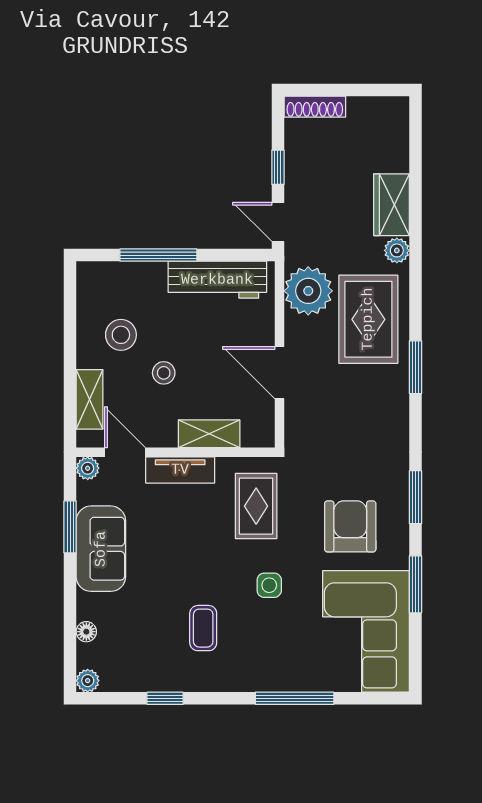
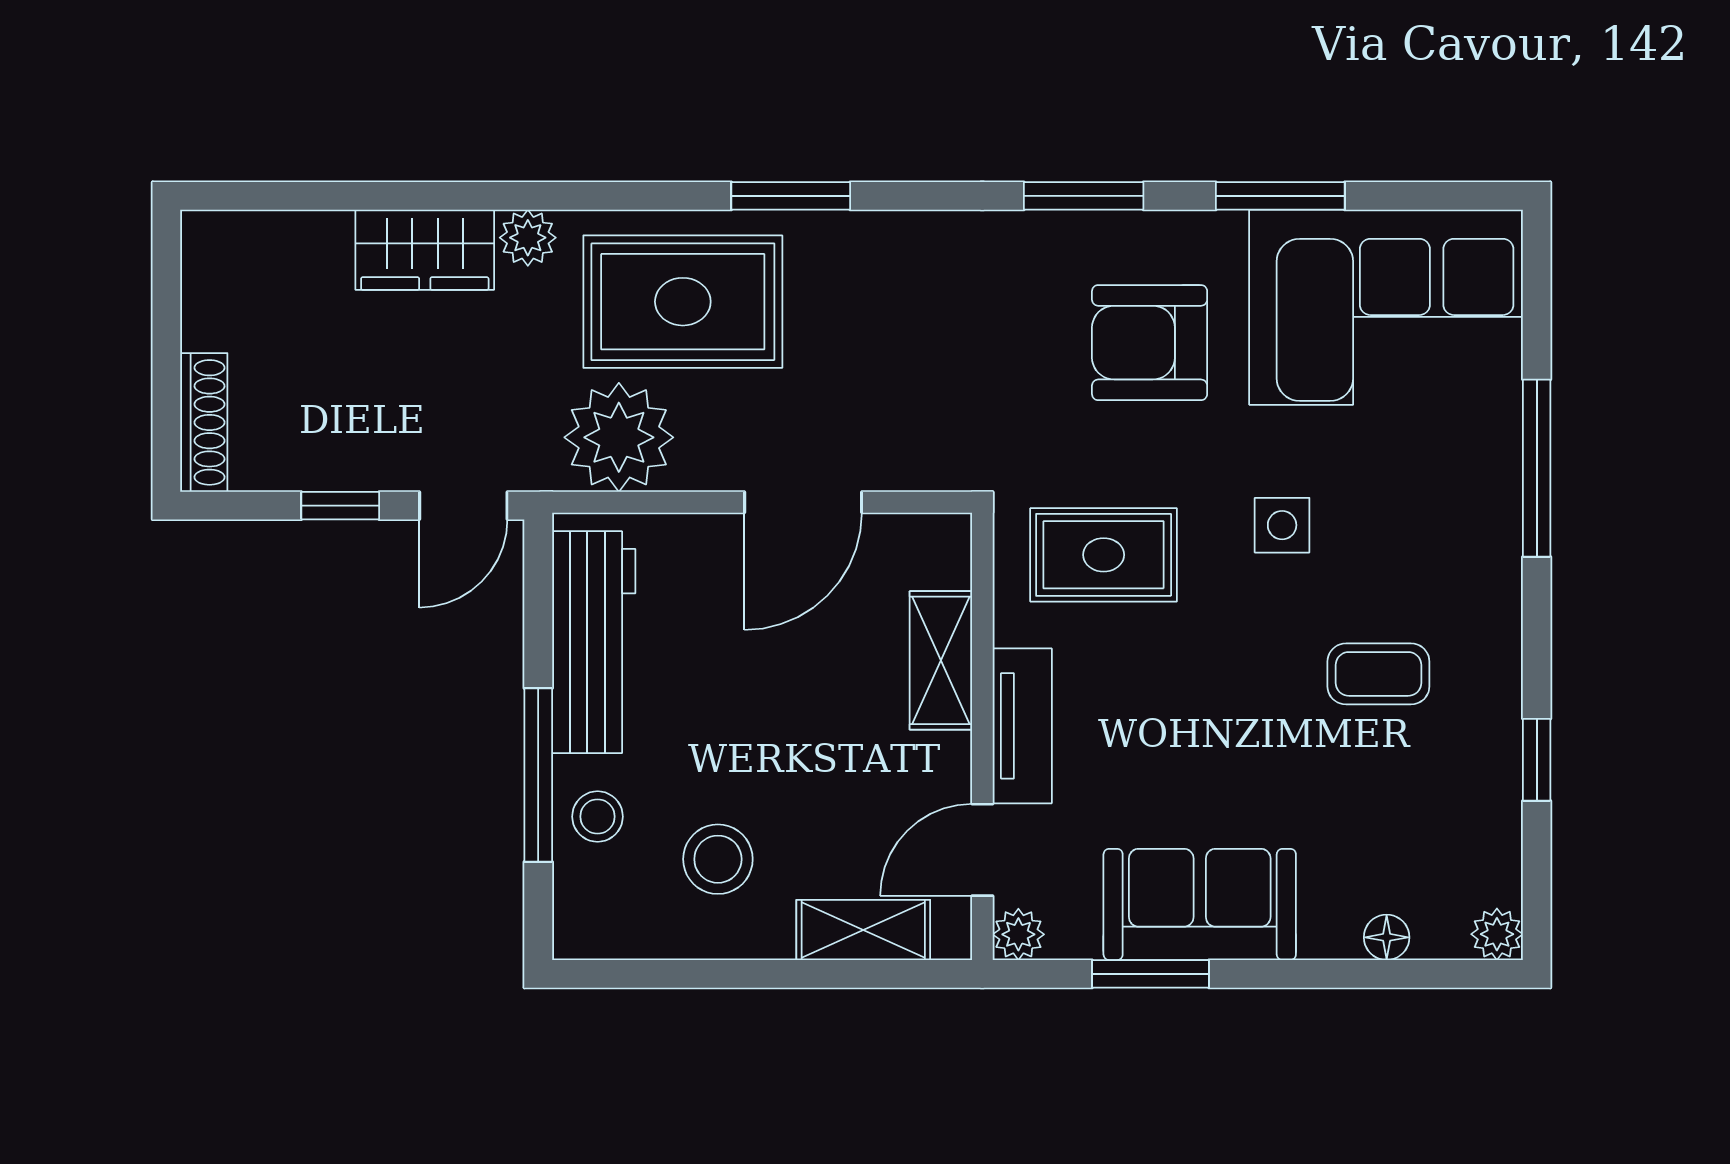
stool: (164, 373) -> (598, 817), moved

